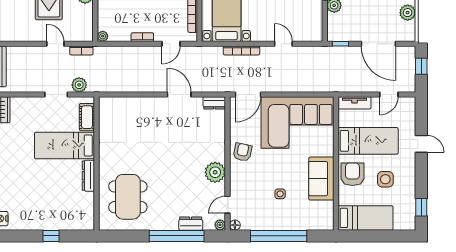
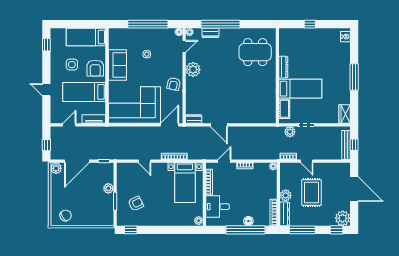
plant: (408, 13) -> (56, 168), moved
door: (378, 44) -> (77, 161), swing flipped
dining table: (128, 197) -> (255, 52), turned 90

